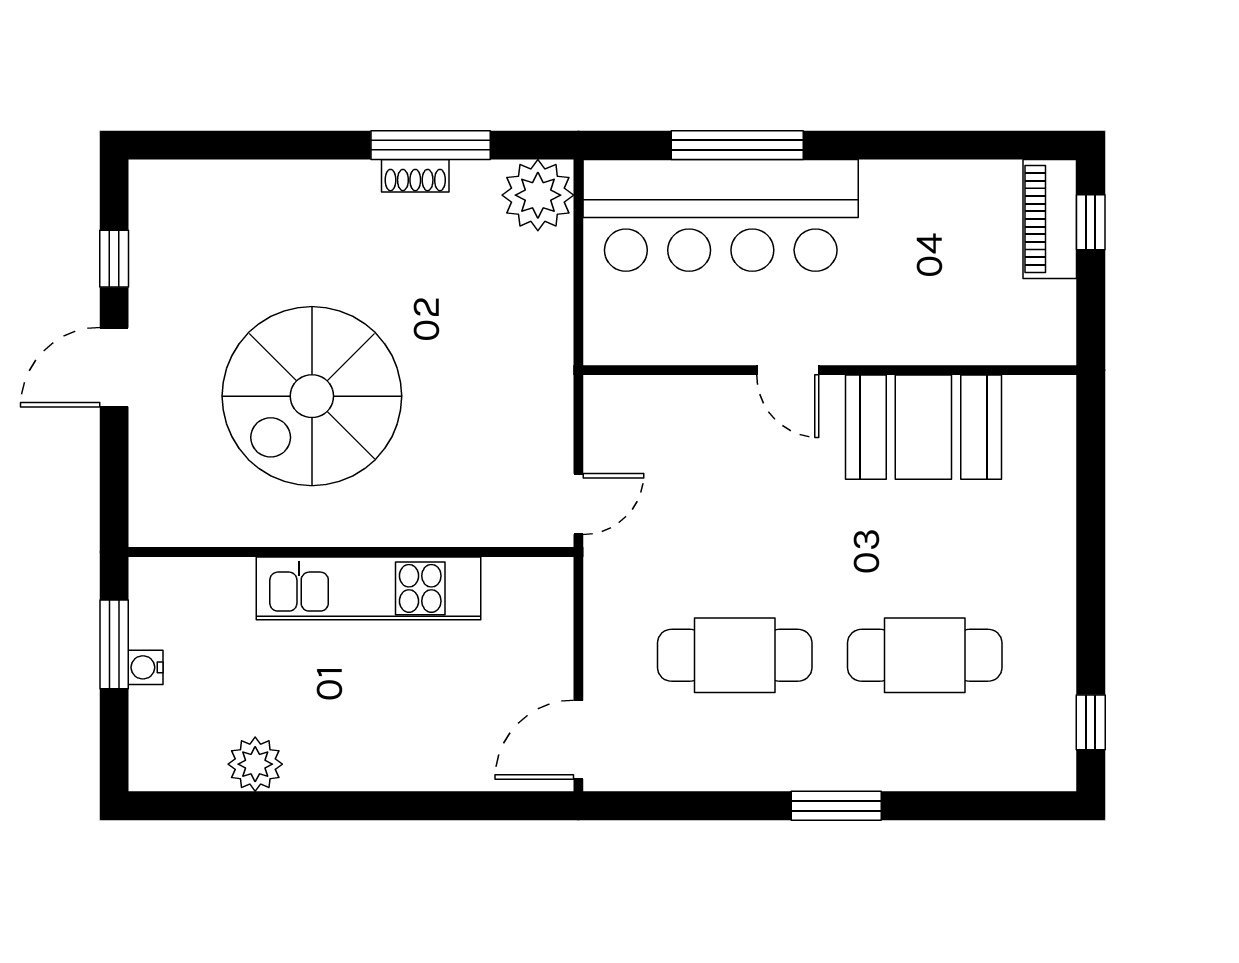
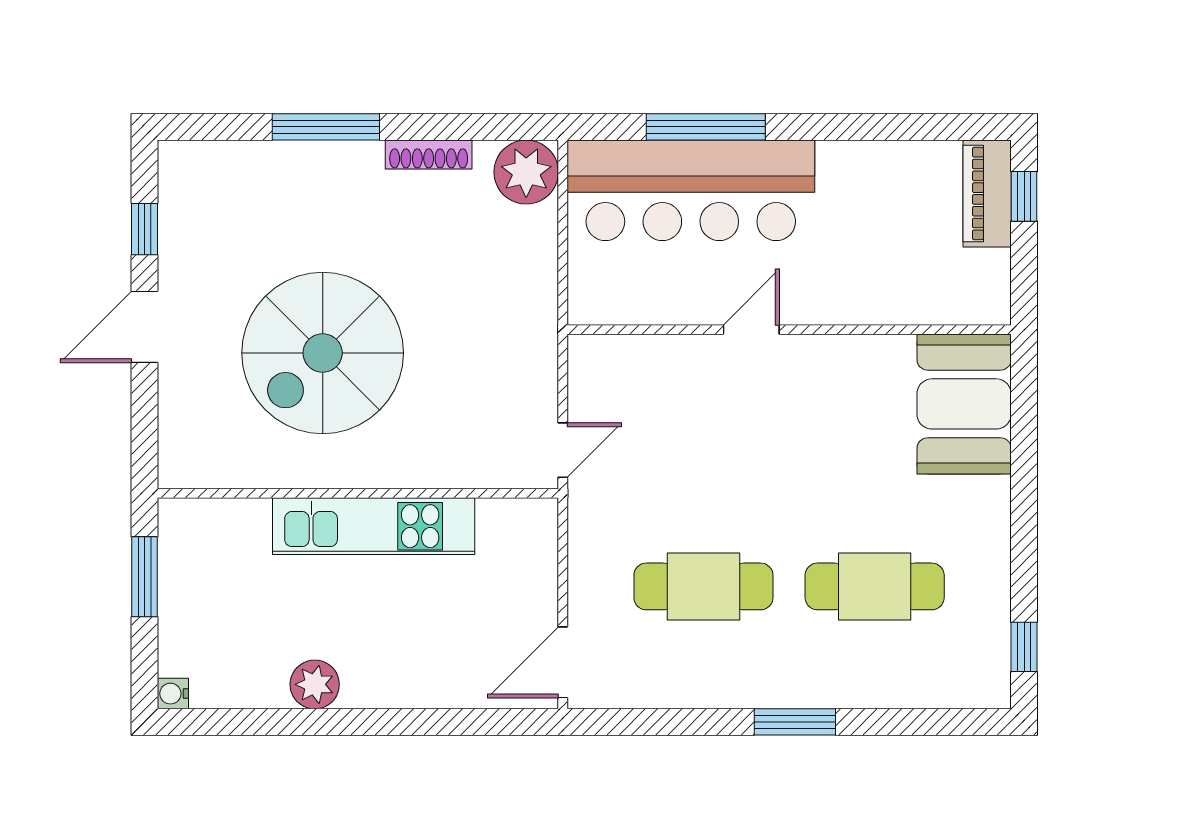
window: (431, 145) -> (326, 127), moved
shoe rack: (415, 176) -> (429, 155), width x1.43
door: (788, 370) -> (751, 330), swing flipped
booth: (923, 427) -> (964, 404), moved, turned 90
water cooler: (146, 667) -> (173, 694), moved
plant: (255, 764) -> (315, 684), moved

